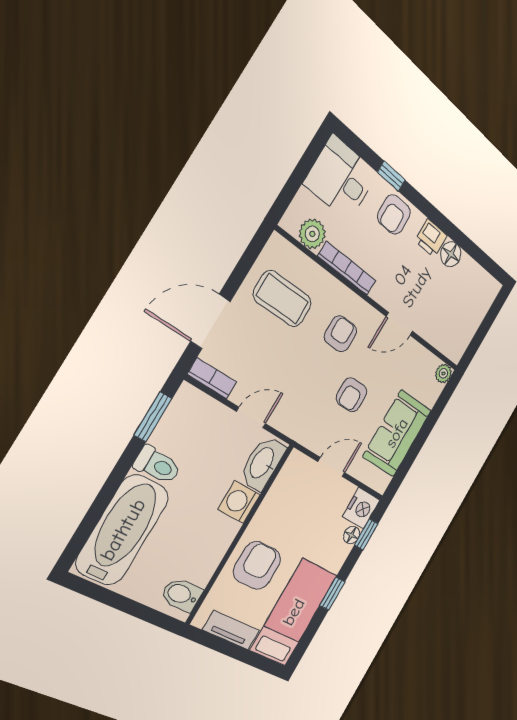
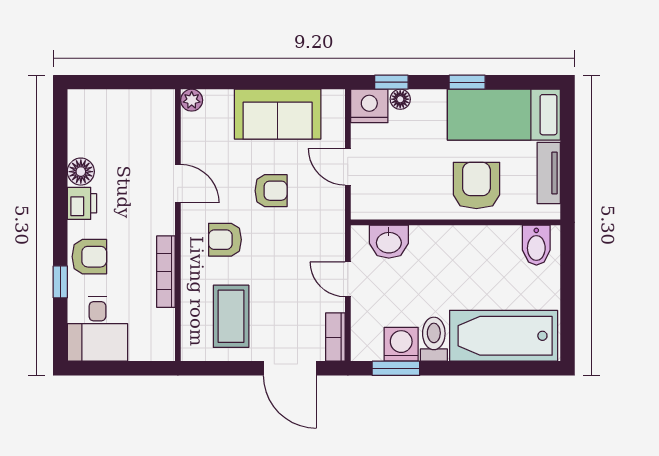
plant: (312, 234) -> (160, 325), removed
washbasin: (262, 463) -> (389, 242), width x0.72
washing machine: (239, 502) -> (401, 344), moved, turned 180
armchair: (257, 565) -> (476, 185), turned 90

